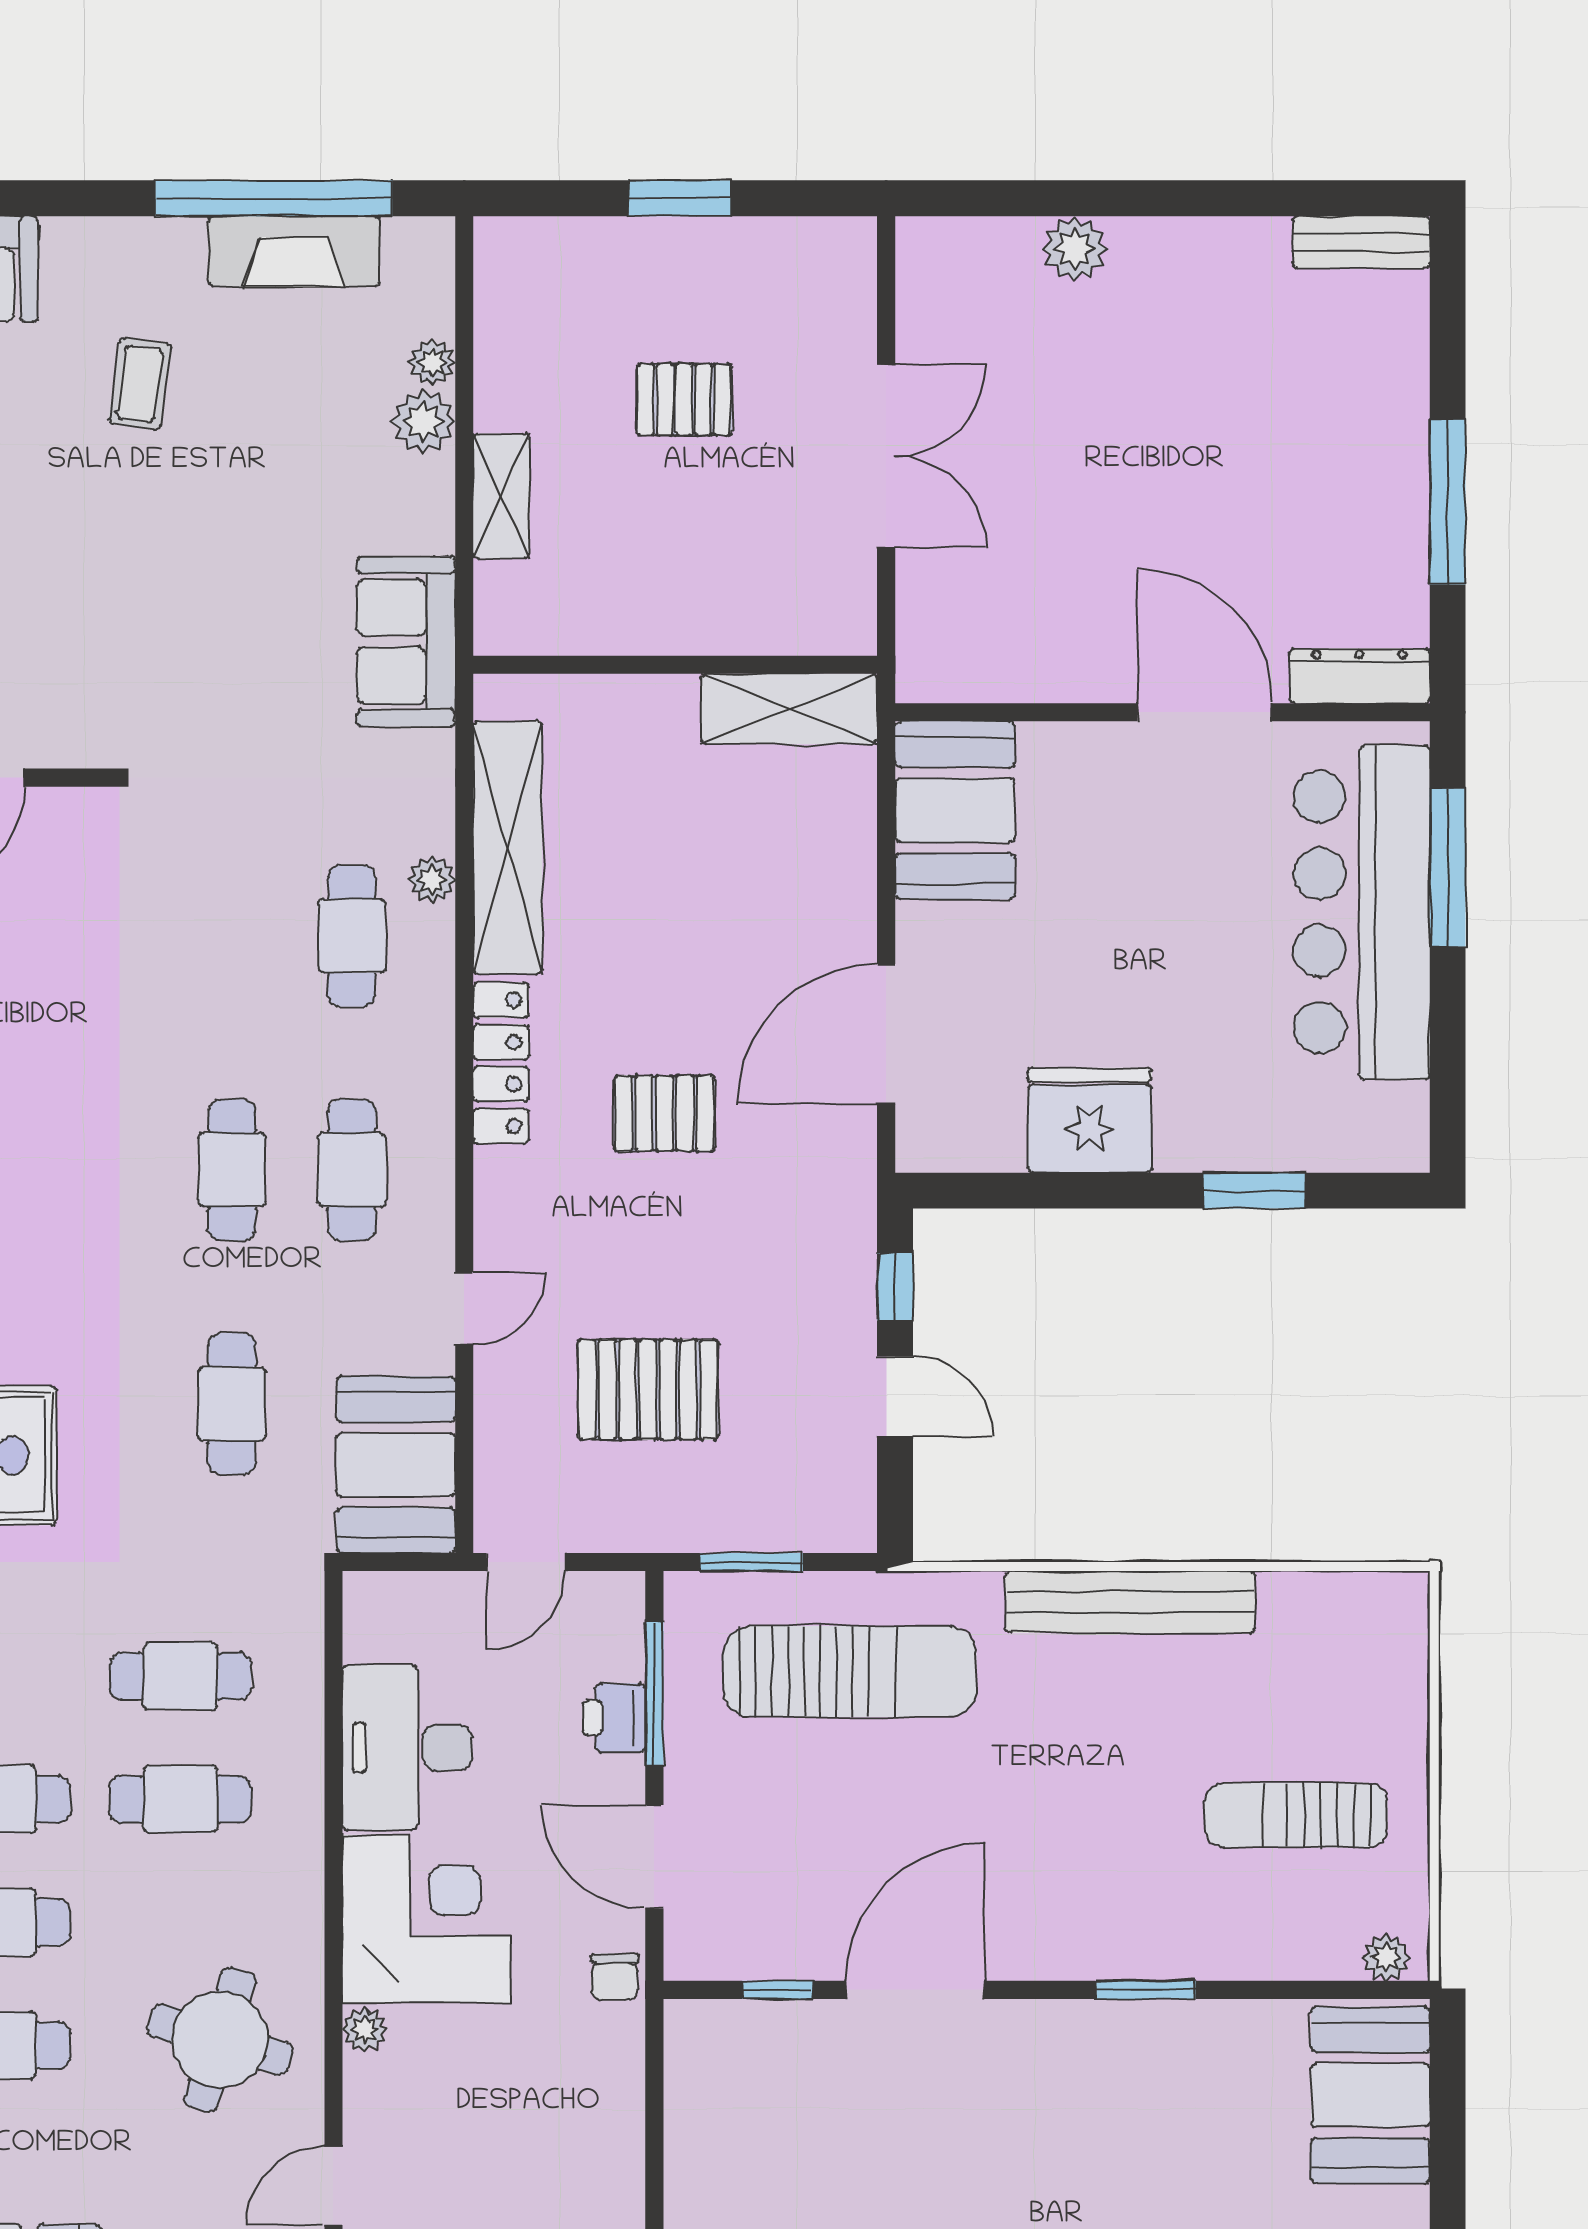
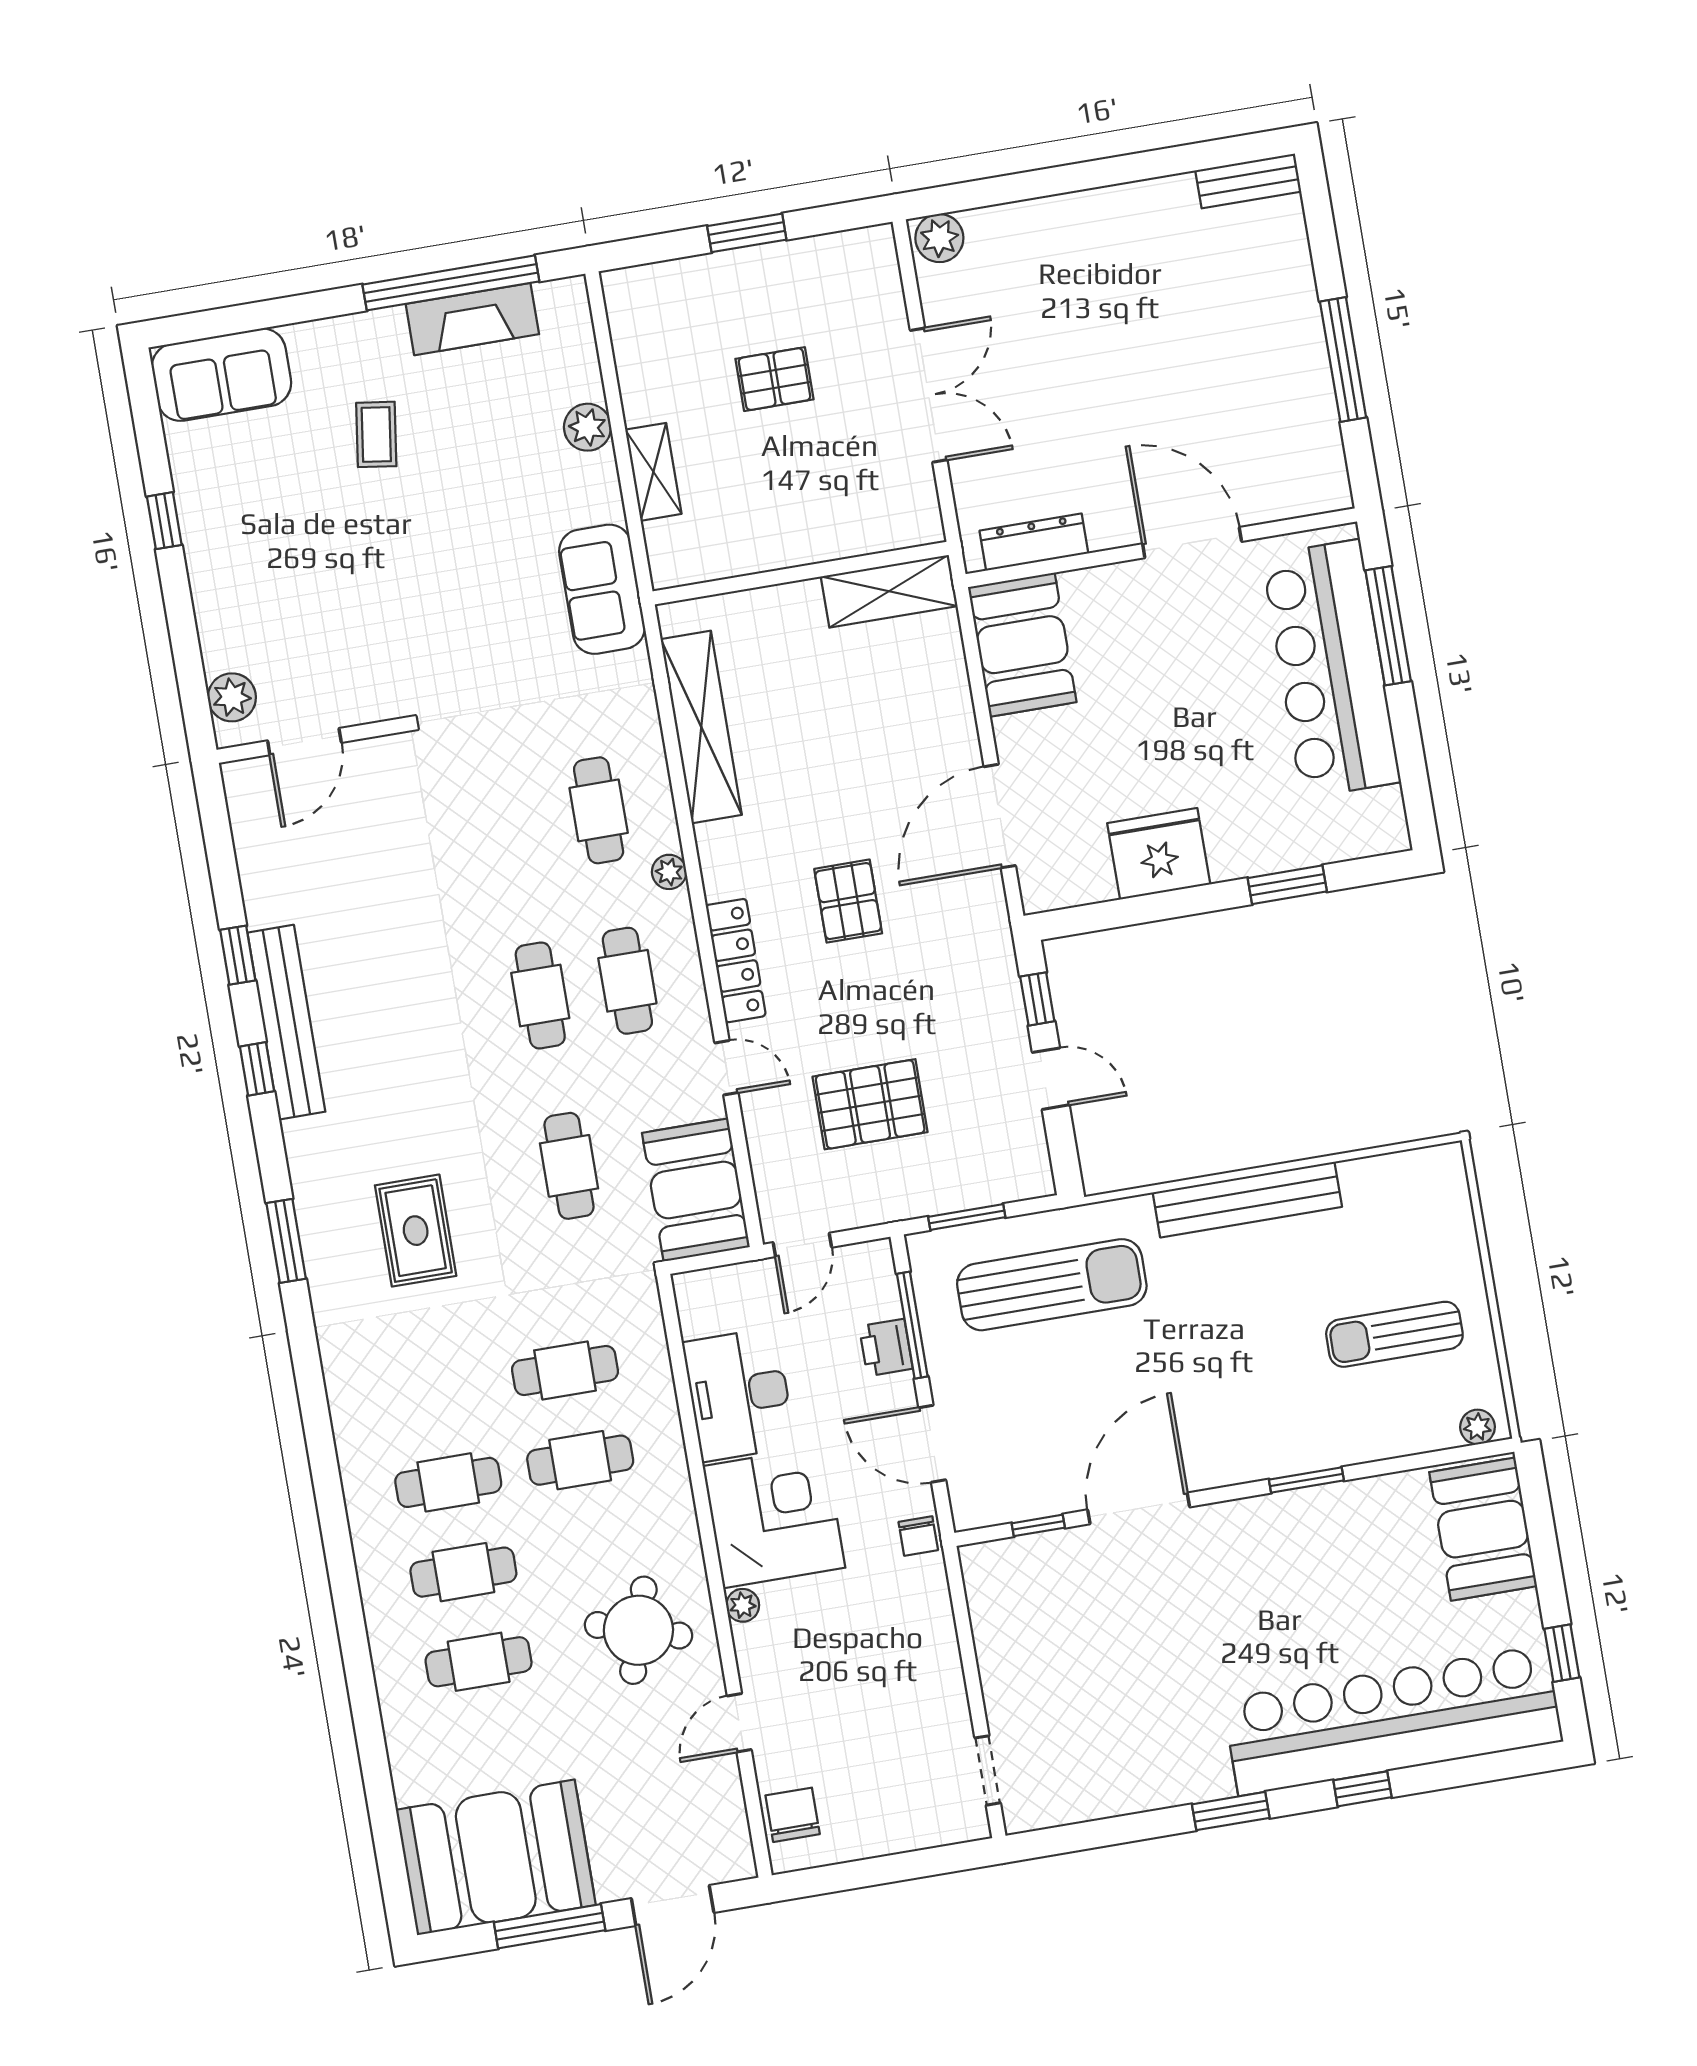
plant: (1074, 249) -> (939, 238), moved
plant: (432, 362) -> (587, 383), removed
dresser: (1360, 676) -> (1034, 542), moved
plant: (432, 879) -> (669, 872), moved
locker: (501, 1063) -> (736, 961), moved
pallet: (664, 1113) -> (848, 901), turned 90
door: (464, 1308) -> (726, 1068), hinge flipped

